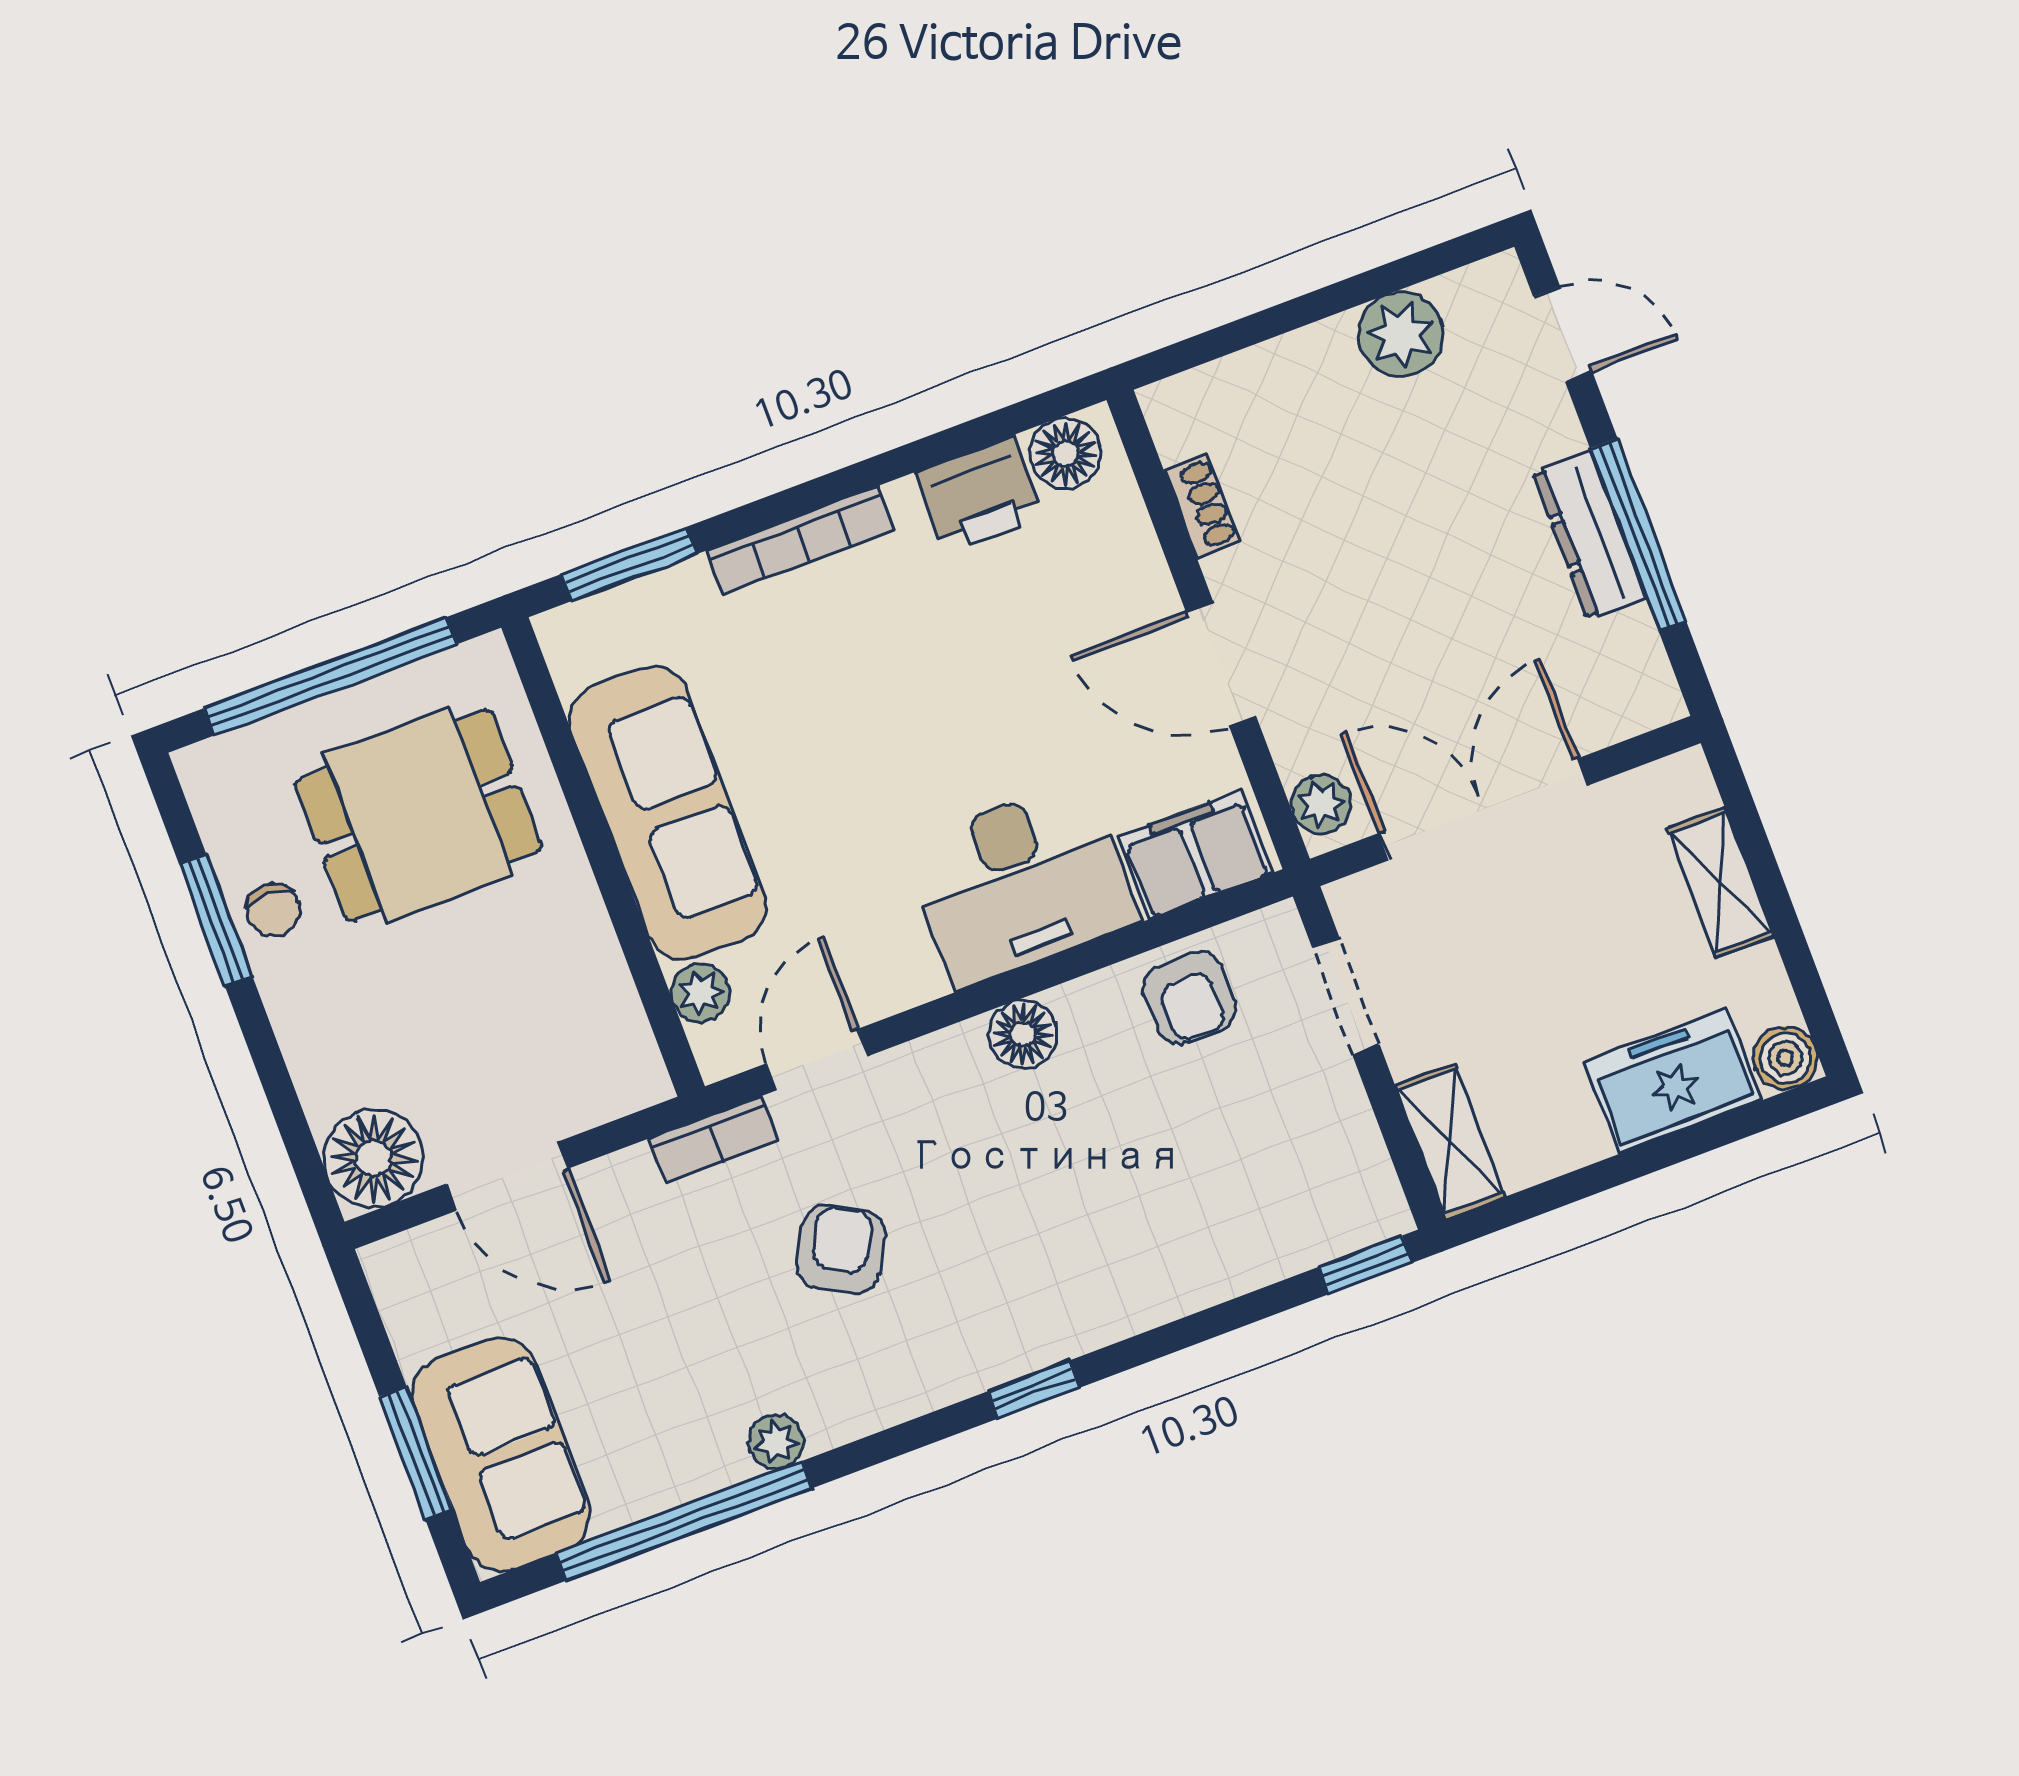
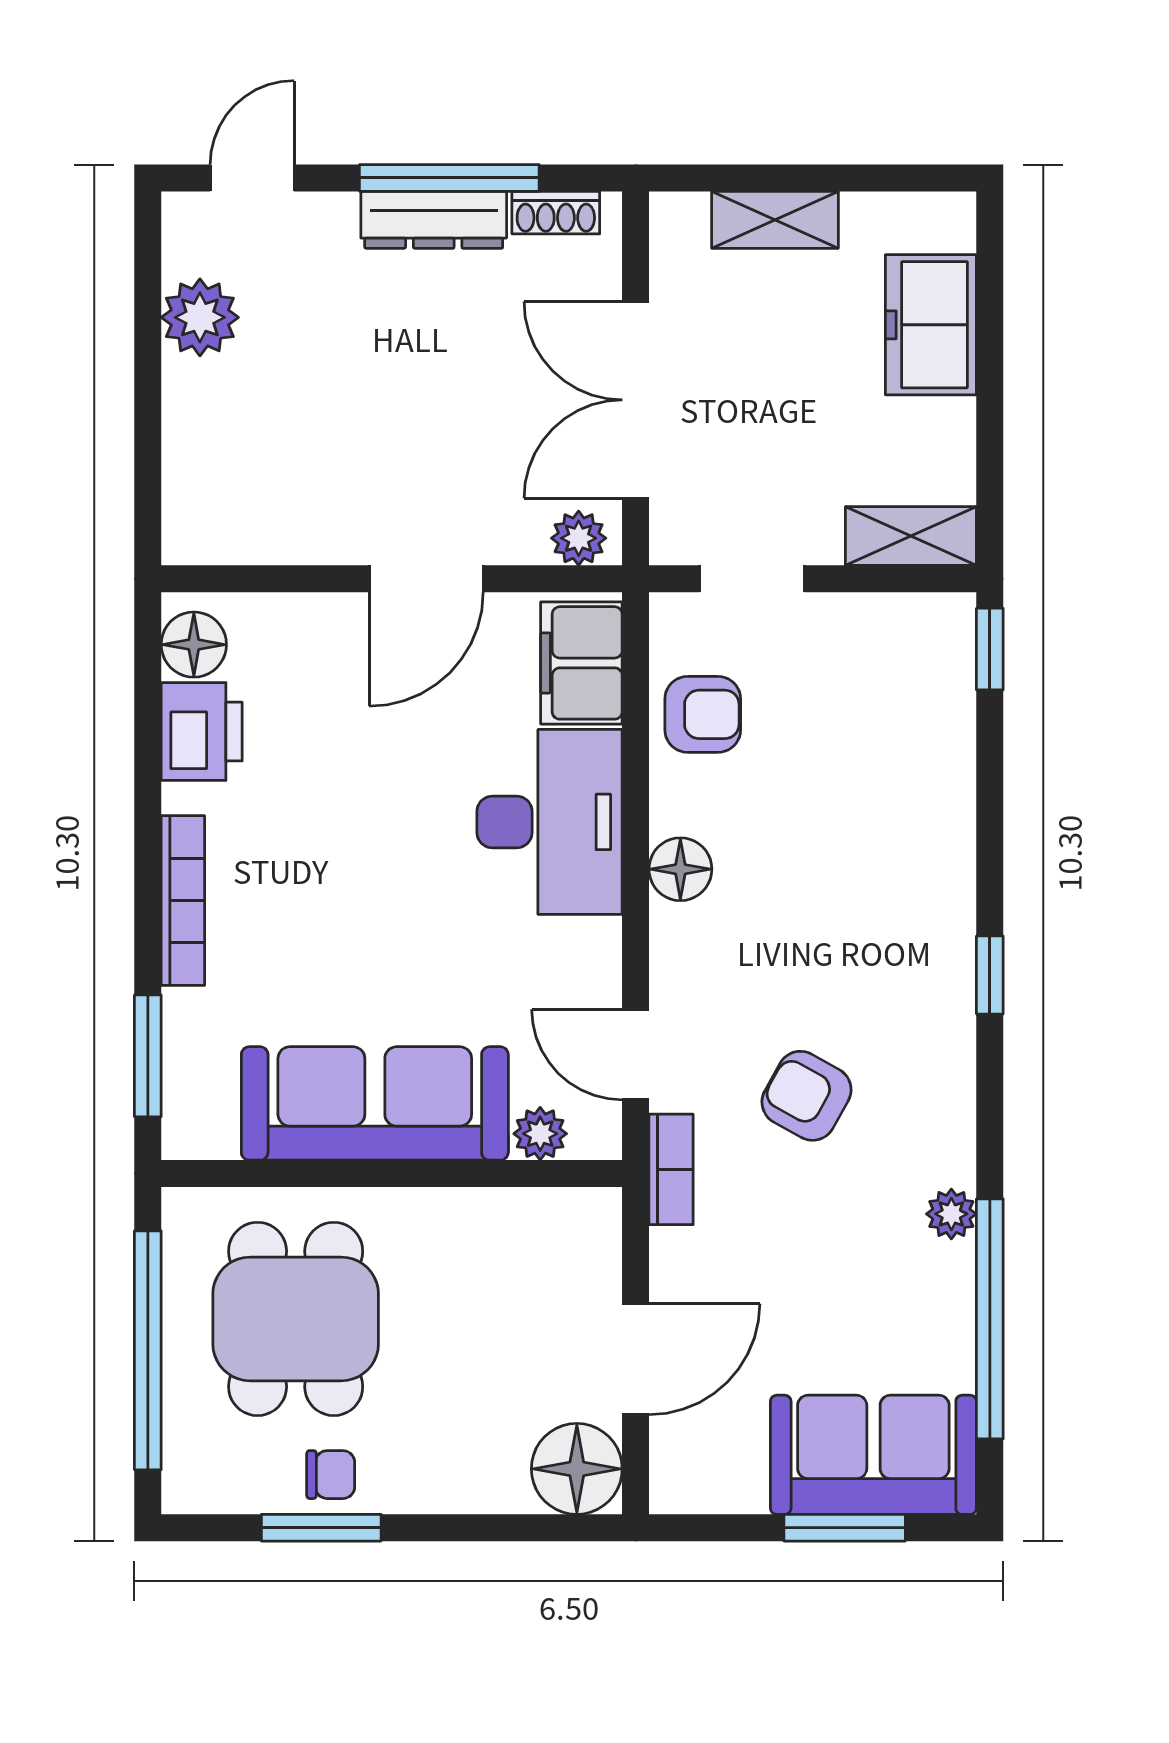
shoe rack: (1202, 506) -> (556, 213), moved, turned 180
boiler: (1785, 1058) -> (947, 220), removed

